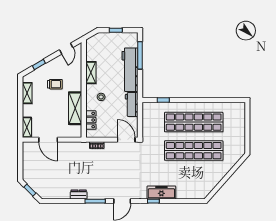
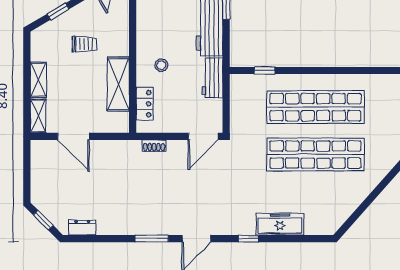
shelving: (91, 73) -> (144, 25), removed
shelving: (27, 93) -> (38, 80), moved
door: (126, 140) -> (203, 136), swing flipped
freezer: (161, 192) -> (280, 224), moved
dresser: (79, 194) -> (82, 227), moved

